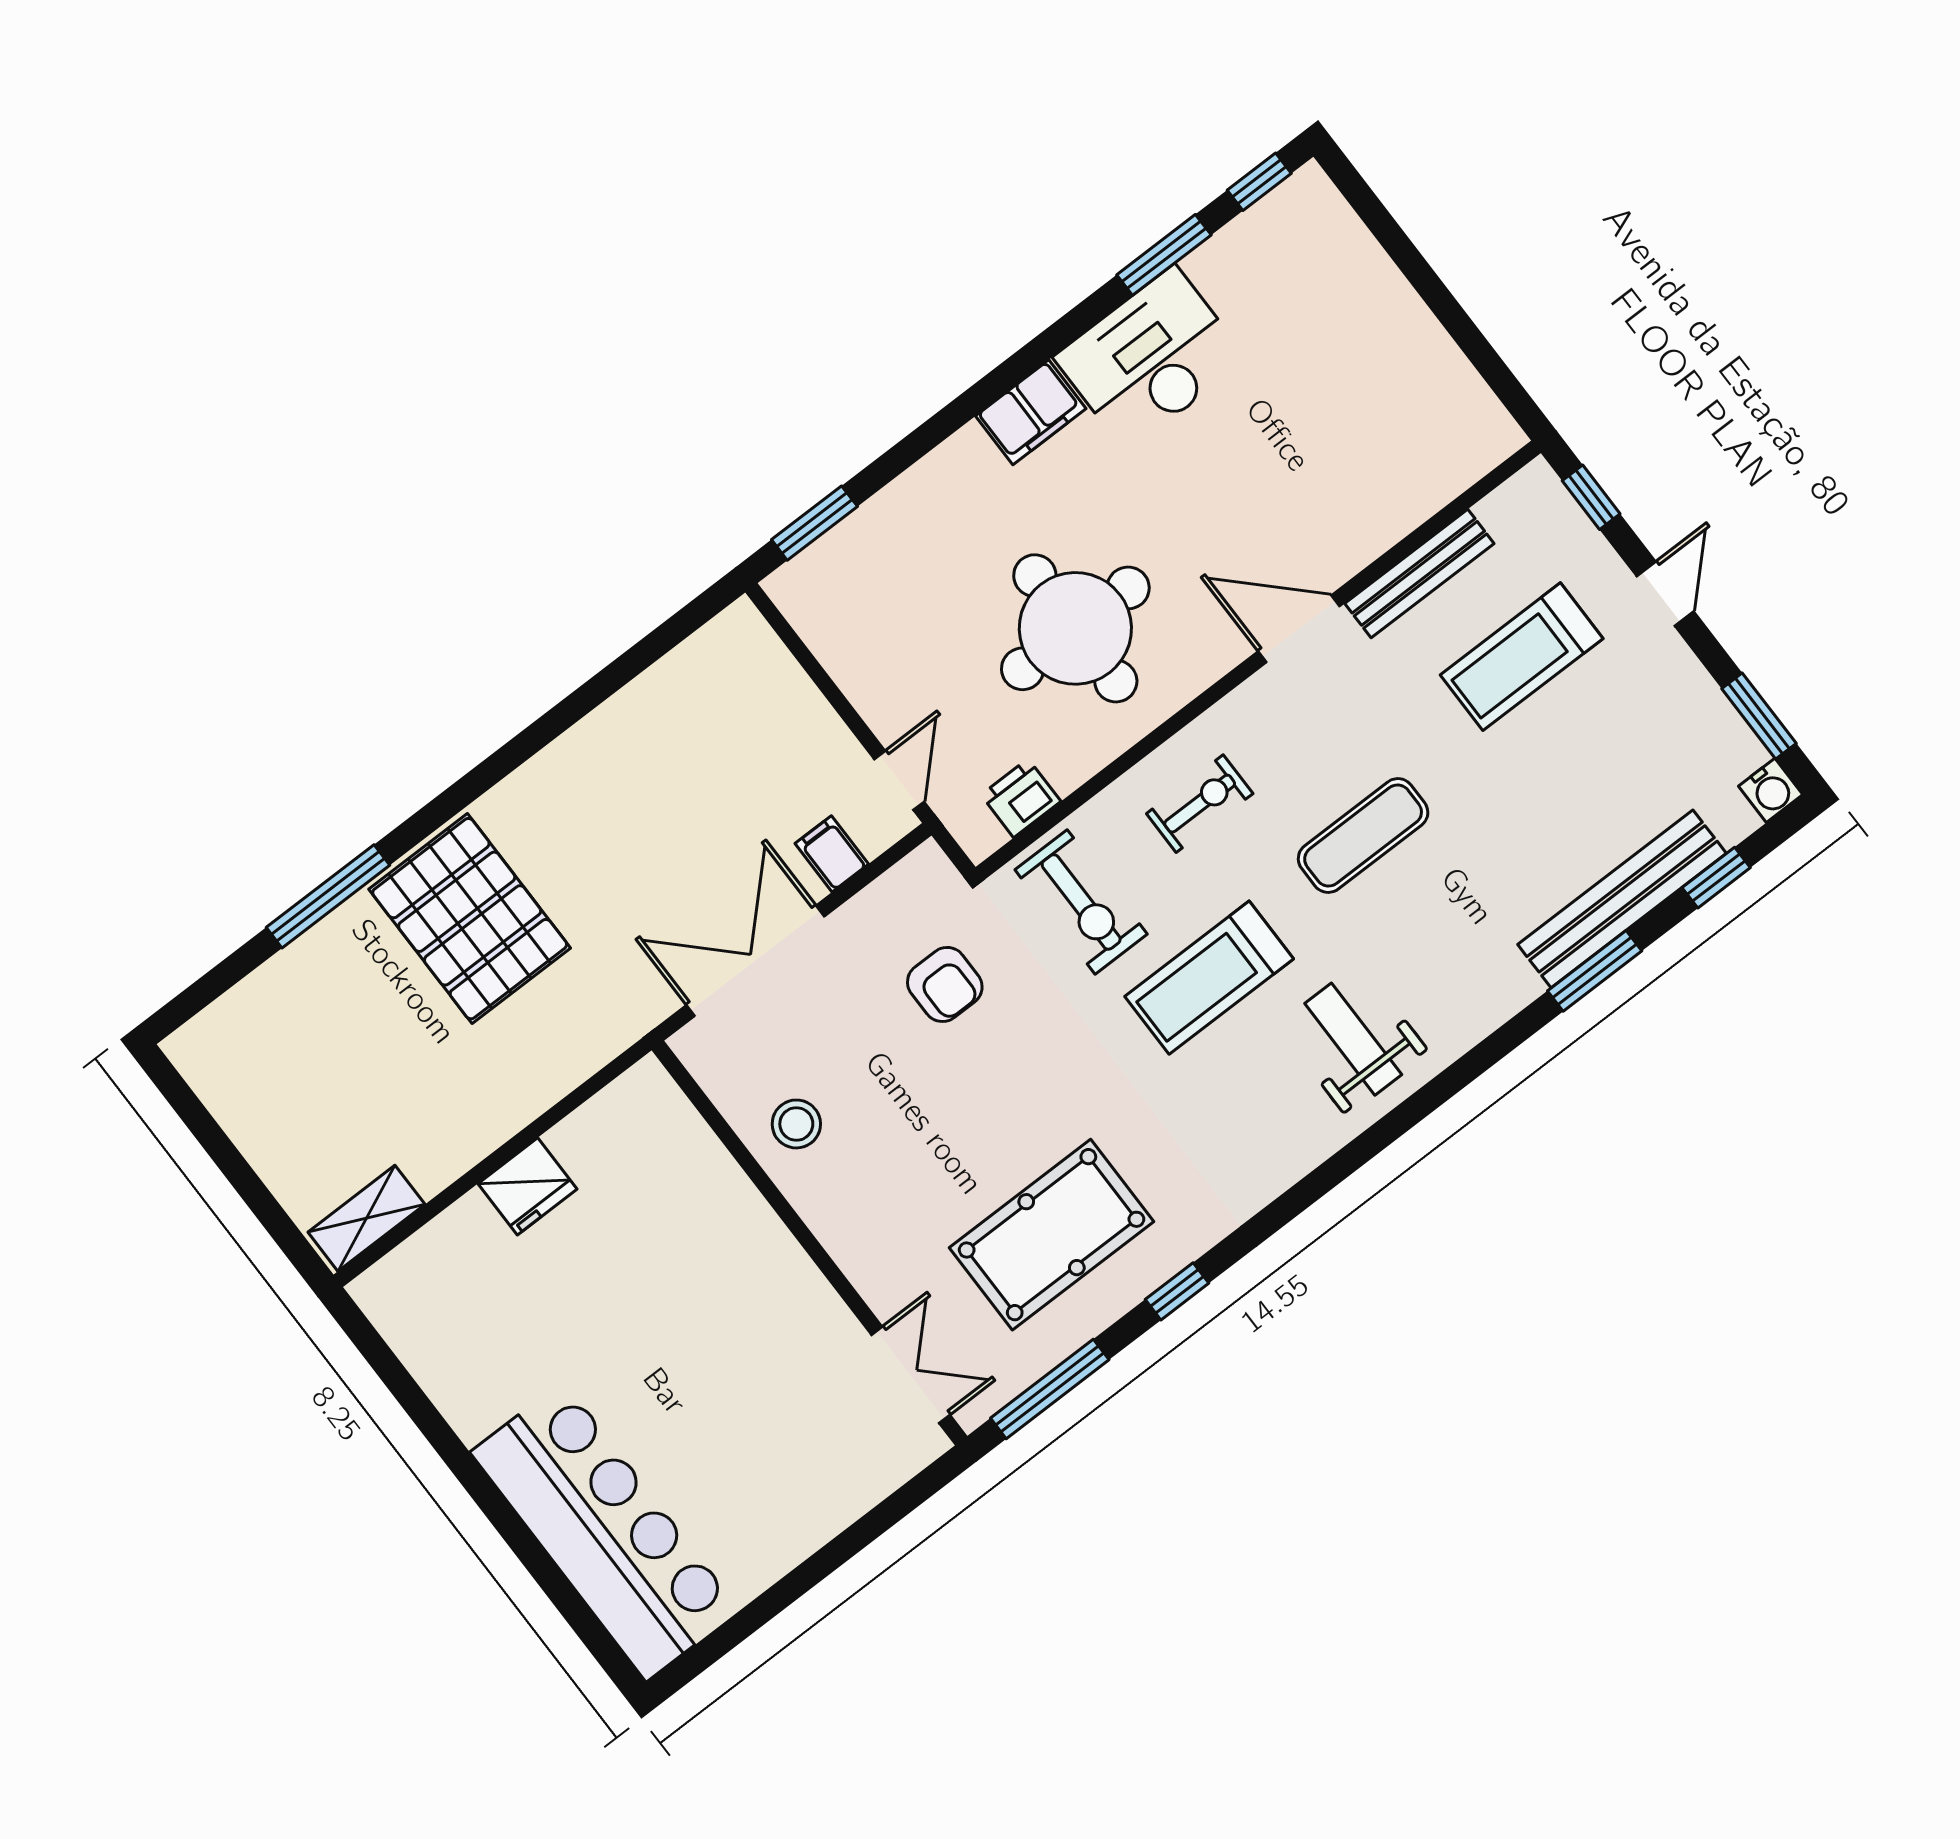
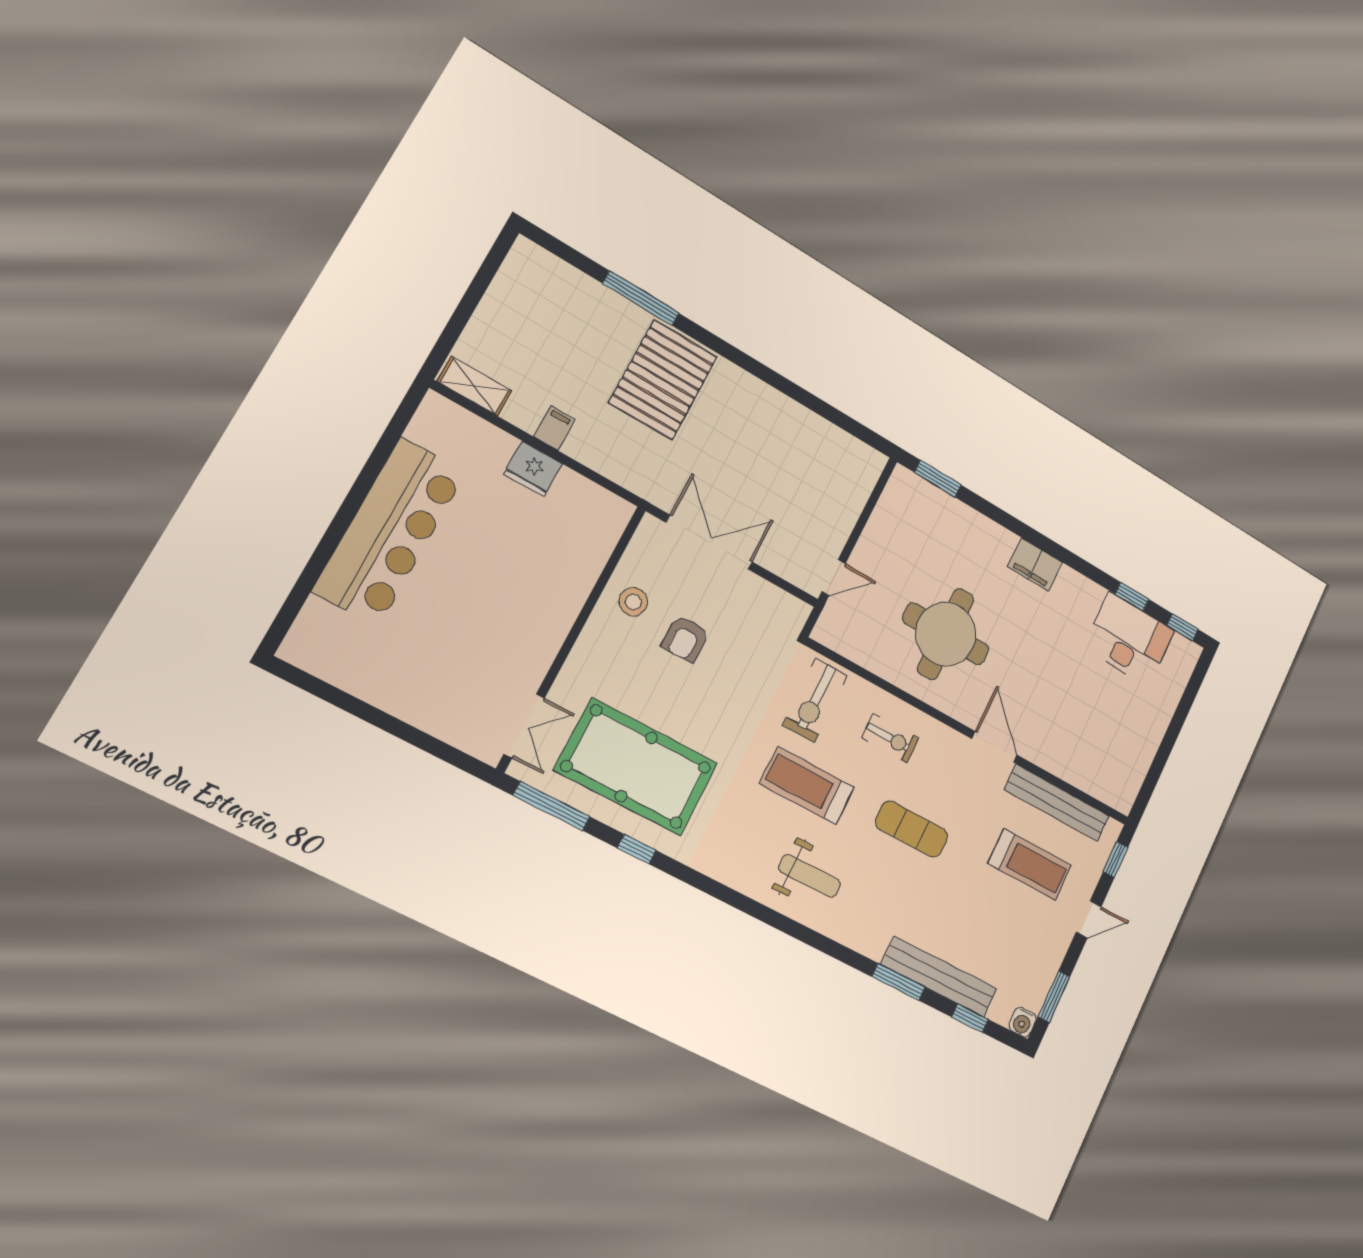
window: (1164, 255) -> (1132, 597), width x0.67
desk: (1150, 358) -> (1129, 639), moved
bench: (1419, 573) -> (1057, 803), width x1.37, depth x1.21
treadmill: (1522, 657) -> (1030, 864), turned 180
printer: (1021, 798) -> (853, 645), removed
filing cabinet: (832, 854) -> (554, 428), moved
armchair: (945, 984) -> (685, 639), moved
weight bench: (1353, 1039) -> (810, 876), turned 90
pool table: (1052, 1235) -> (636, 767), width x1.36, depth x1.32
bar counter: (605, 1531) -> (390, 531), moved

